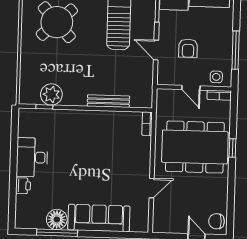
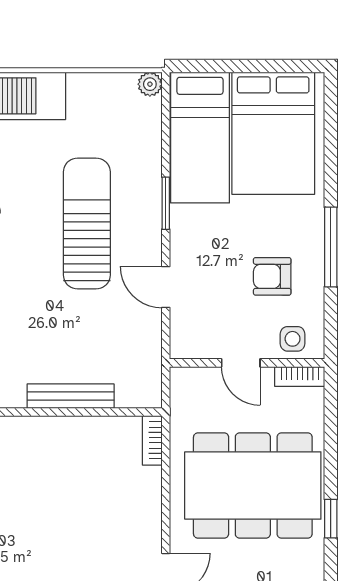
armchair: (188, 48) -> (272, 276), moved, turned 90
window: (236, 50) -> (331, 247), moved
window: (232, 148) -> (331, 519), moved

